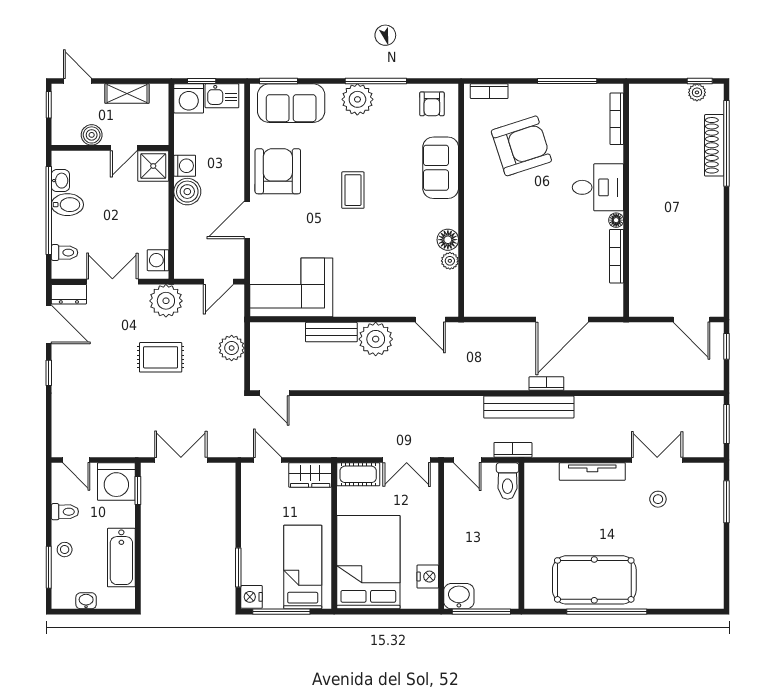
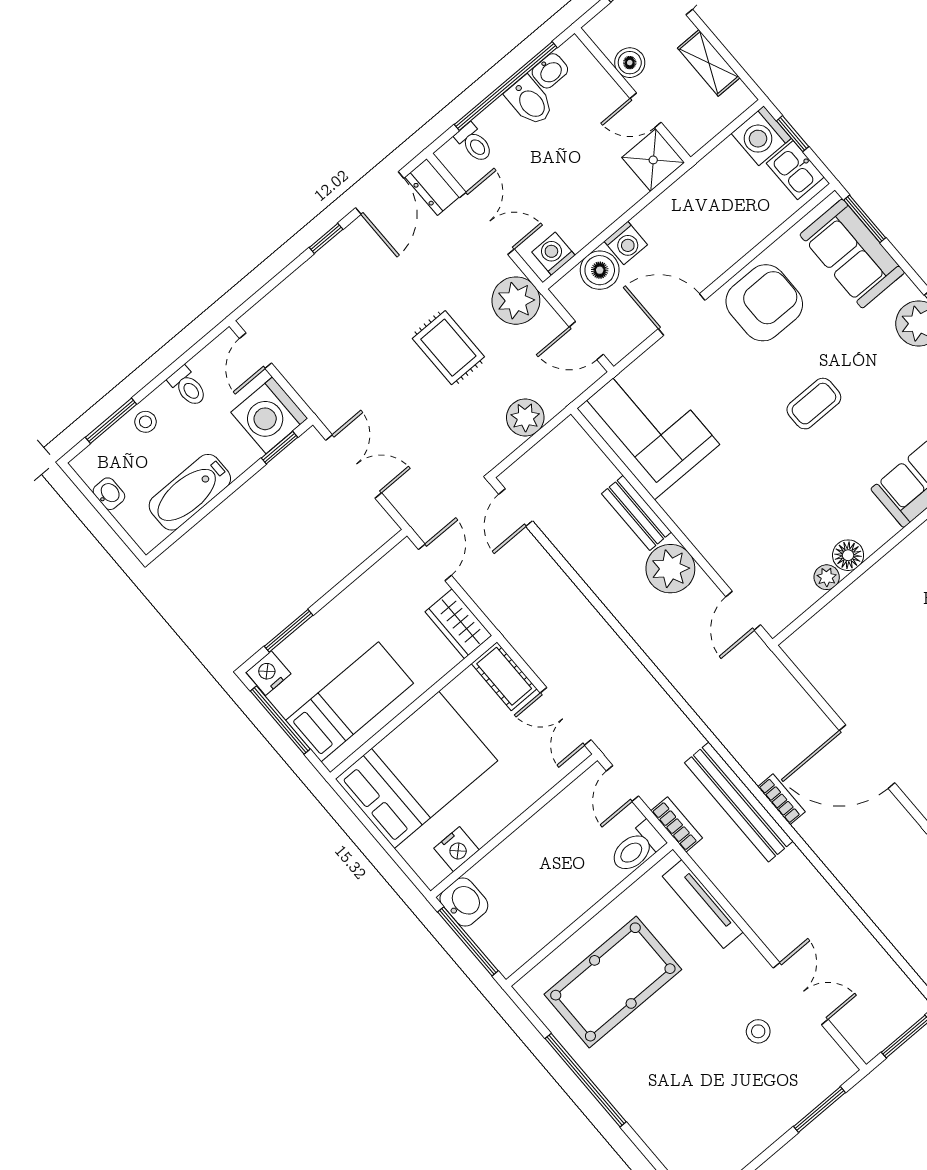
washing machine: (185, 166) -> (626, 243), moved
boiler: (187, 192) -> (600, 270), moved
tv unit: (592, 472) -> (703, 904), moved
pool table: (594, 580) -> (613, 982), moved, turned 90

